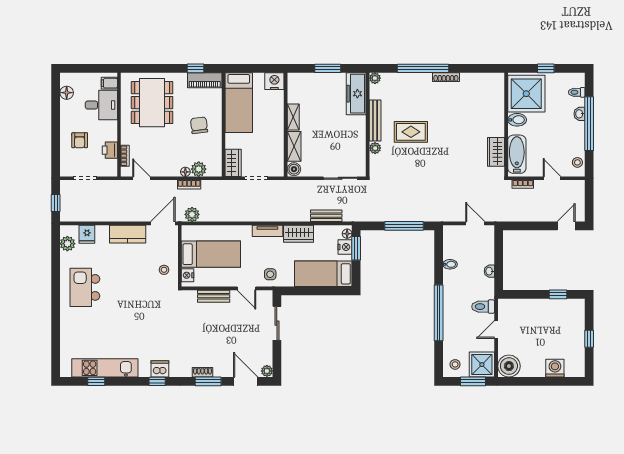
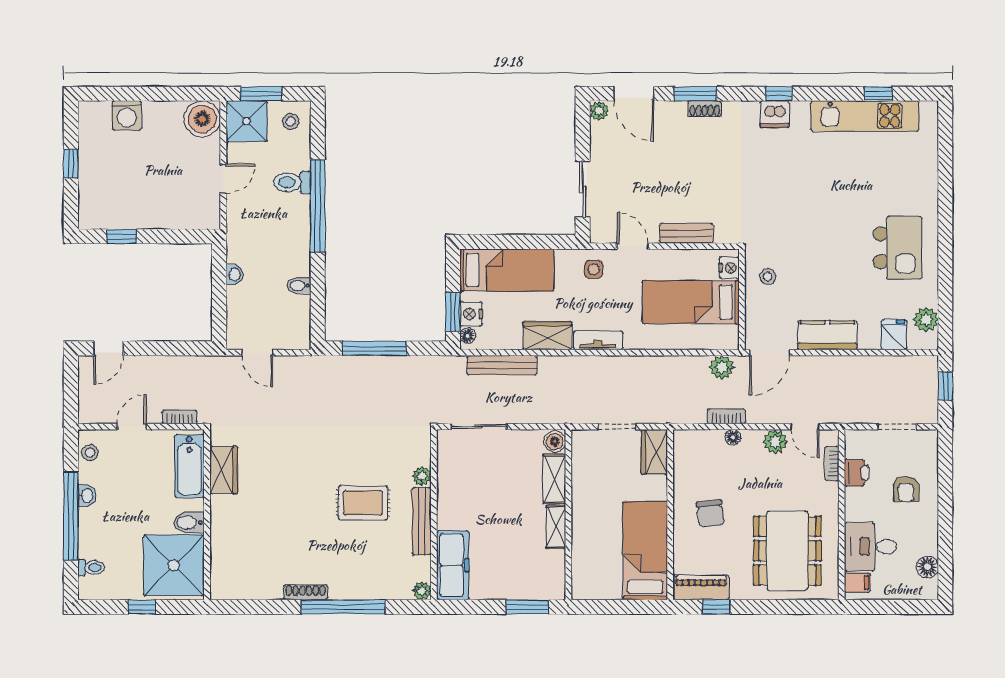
window: (328, 68) -> (527, 607), moved
nightstand: (274, 81) -> (587, 586), removed
washbasin: (579, 114) -> (87, 495), moved
armchair: (80, 140) -> (906, 489), turned 180
plant: (199, 169) -> (775, 442), moved
door: (552, 178) -> (132, 427), swing flipped
bench: (326, 216) -> (502, 365), width x1.36
toilet: (483, 307) -> (292, 182), moved, turned 180

